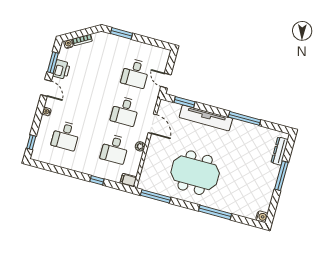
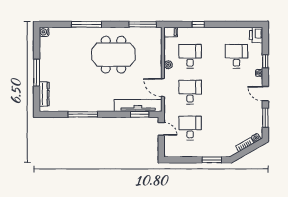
printer: (61, 70) -> (256, 35), moved
tv unit: (206, 118) -> (138, 106), moved
window: (31, 142) -> (265, 61), moved

